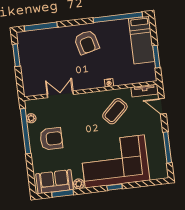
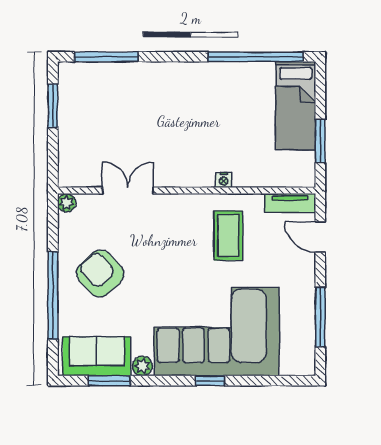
armchair: (87, 42) -> (190, 97), removed
coffee table: (115, 111) -> (228, 236), turned -47
plant: (31, 118) -> (67, 203), moved
window: (25, 131) -> (53, 295), moved
armchair: (51, 139) -> (100, 274), turned -132

